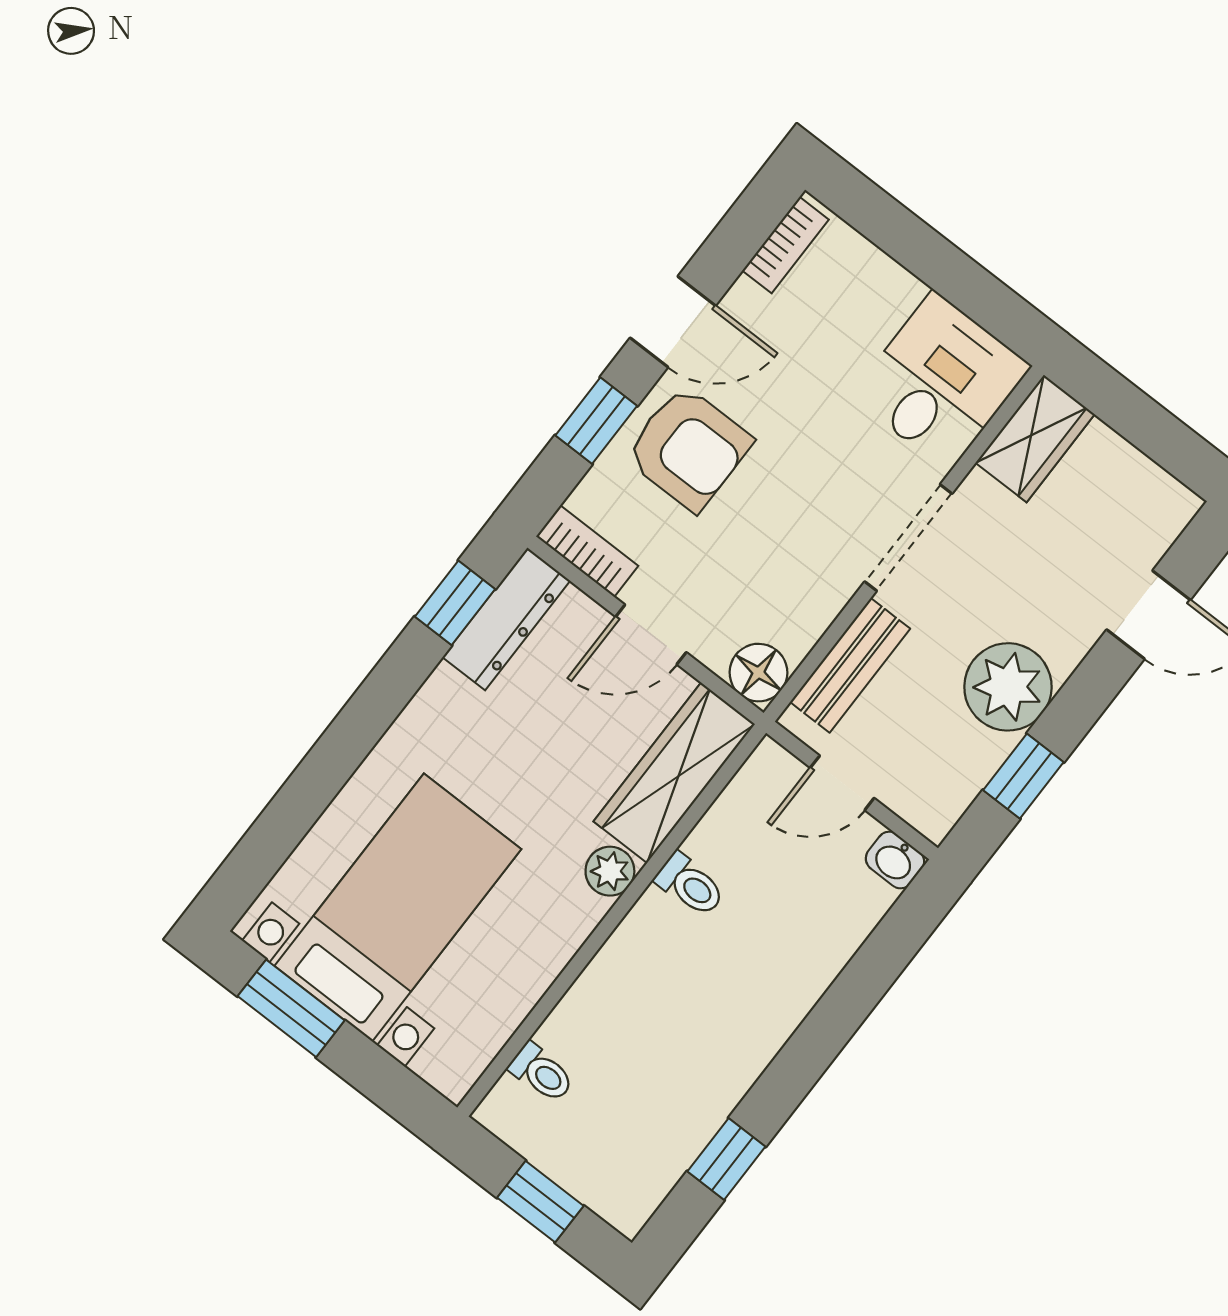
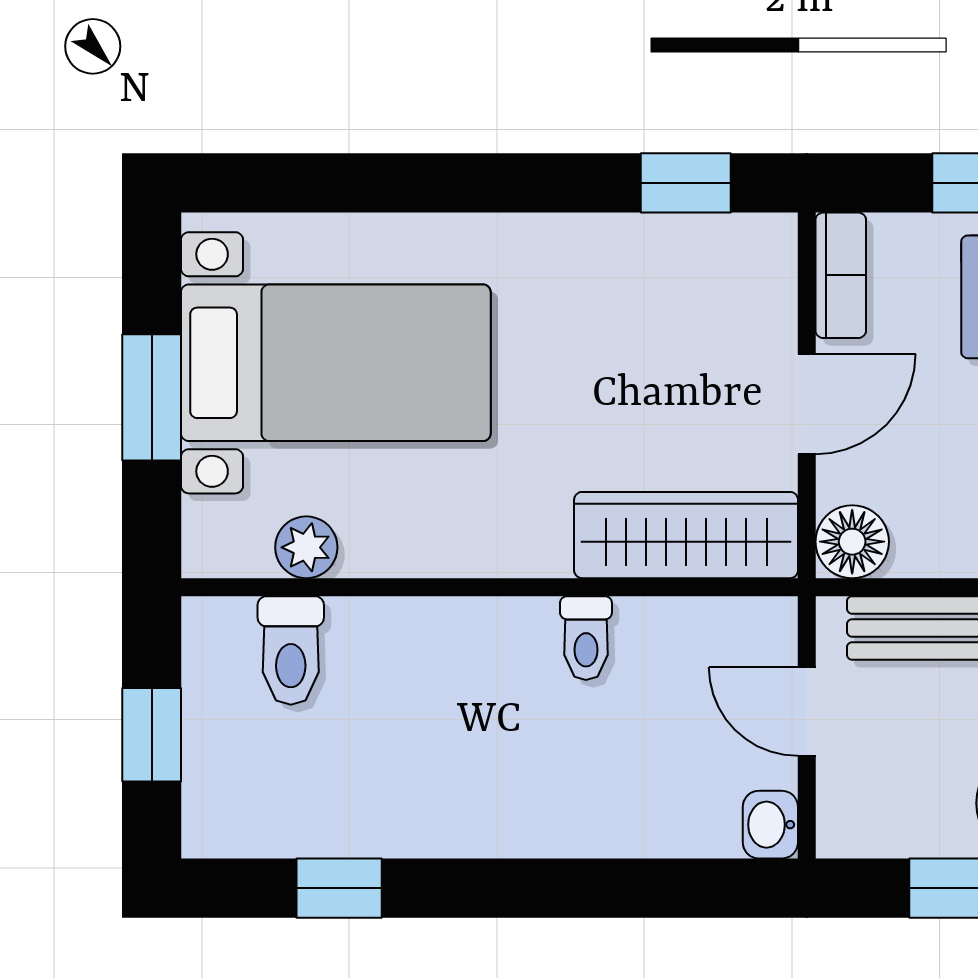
dresser: (506, 619) -> (710, 247), removed
door: (651, 634) -> (807, 404), swing flipped
plant: (610, 871) -> (306, 547), moved
window: (291, 1008) -> (152, 397), moved
toilet: (541, 1073) -> (291, 650), width x1.37, depth x1.39

